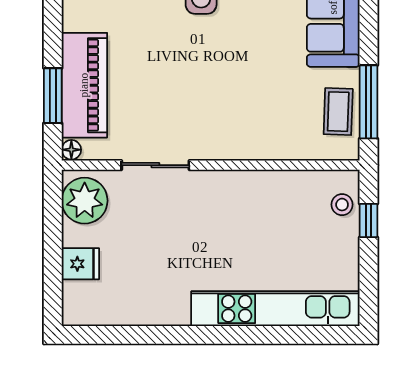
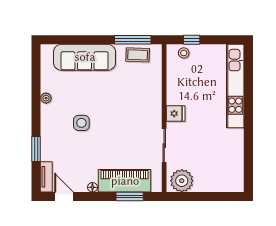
floor lamp: (71, 150) -> (92, 187), moved
fridge: (80, 264) -> (176, 114), moved, turned 90

